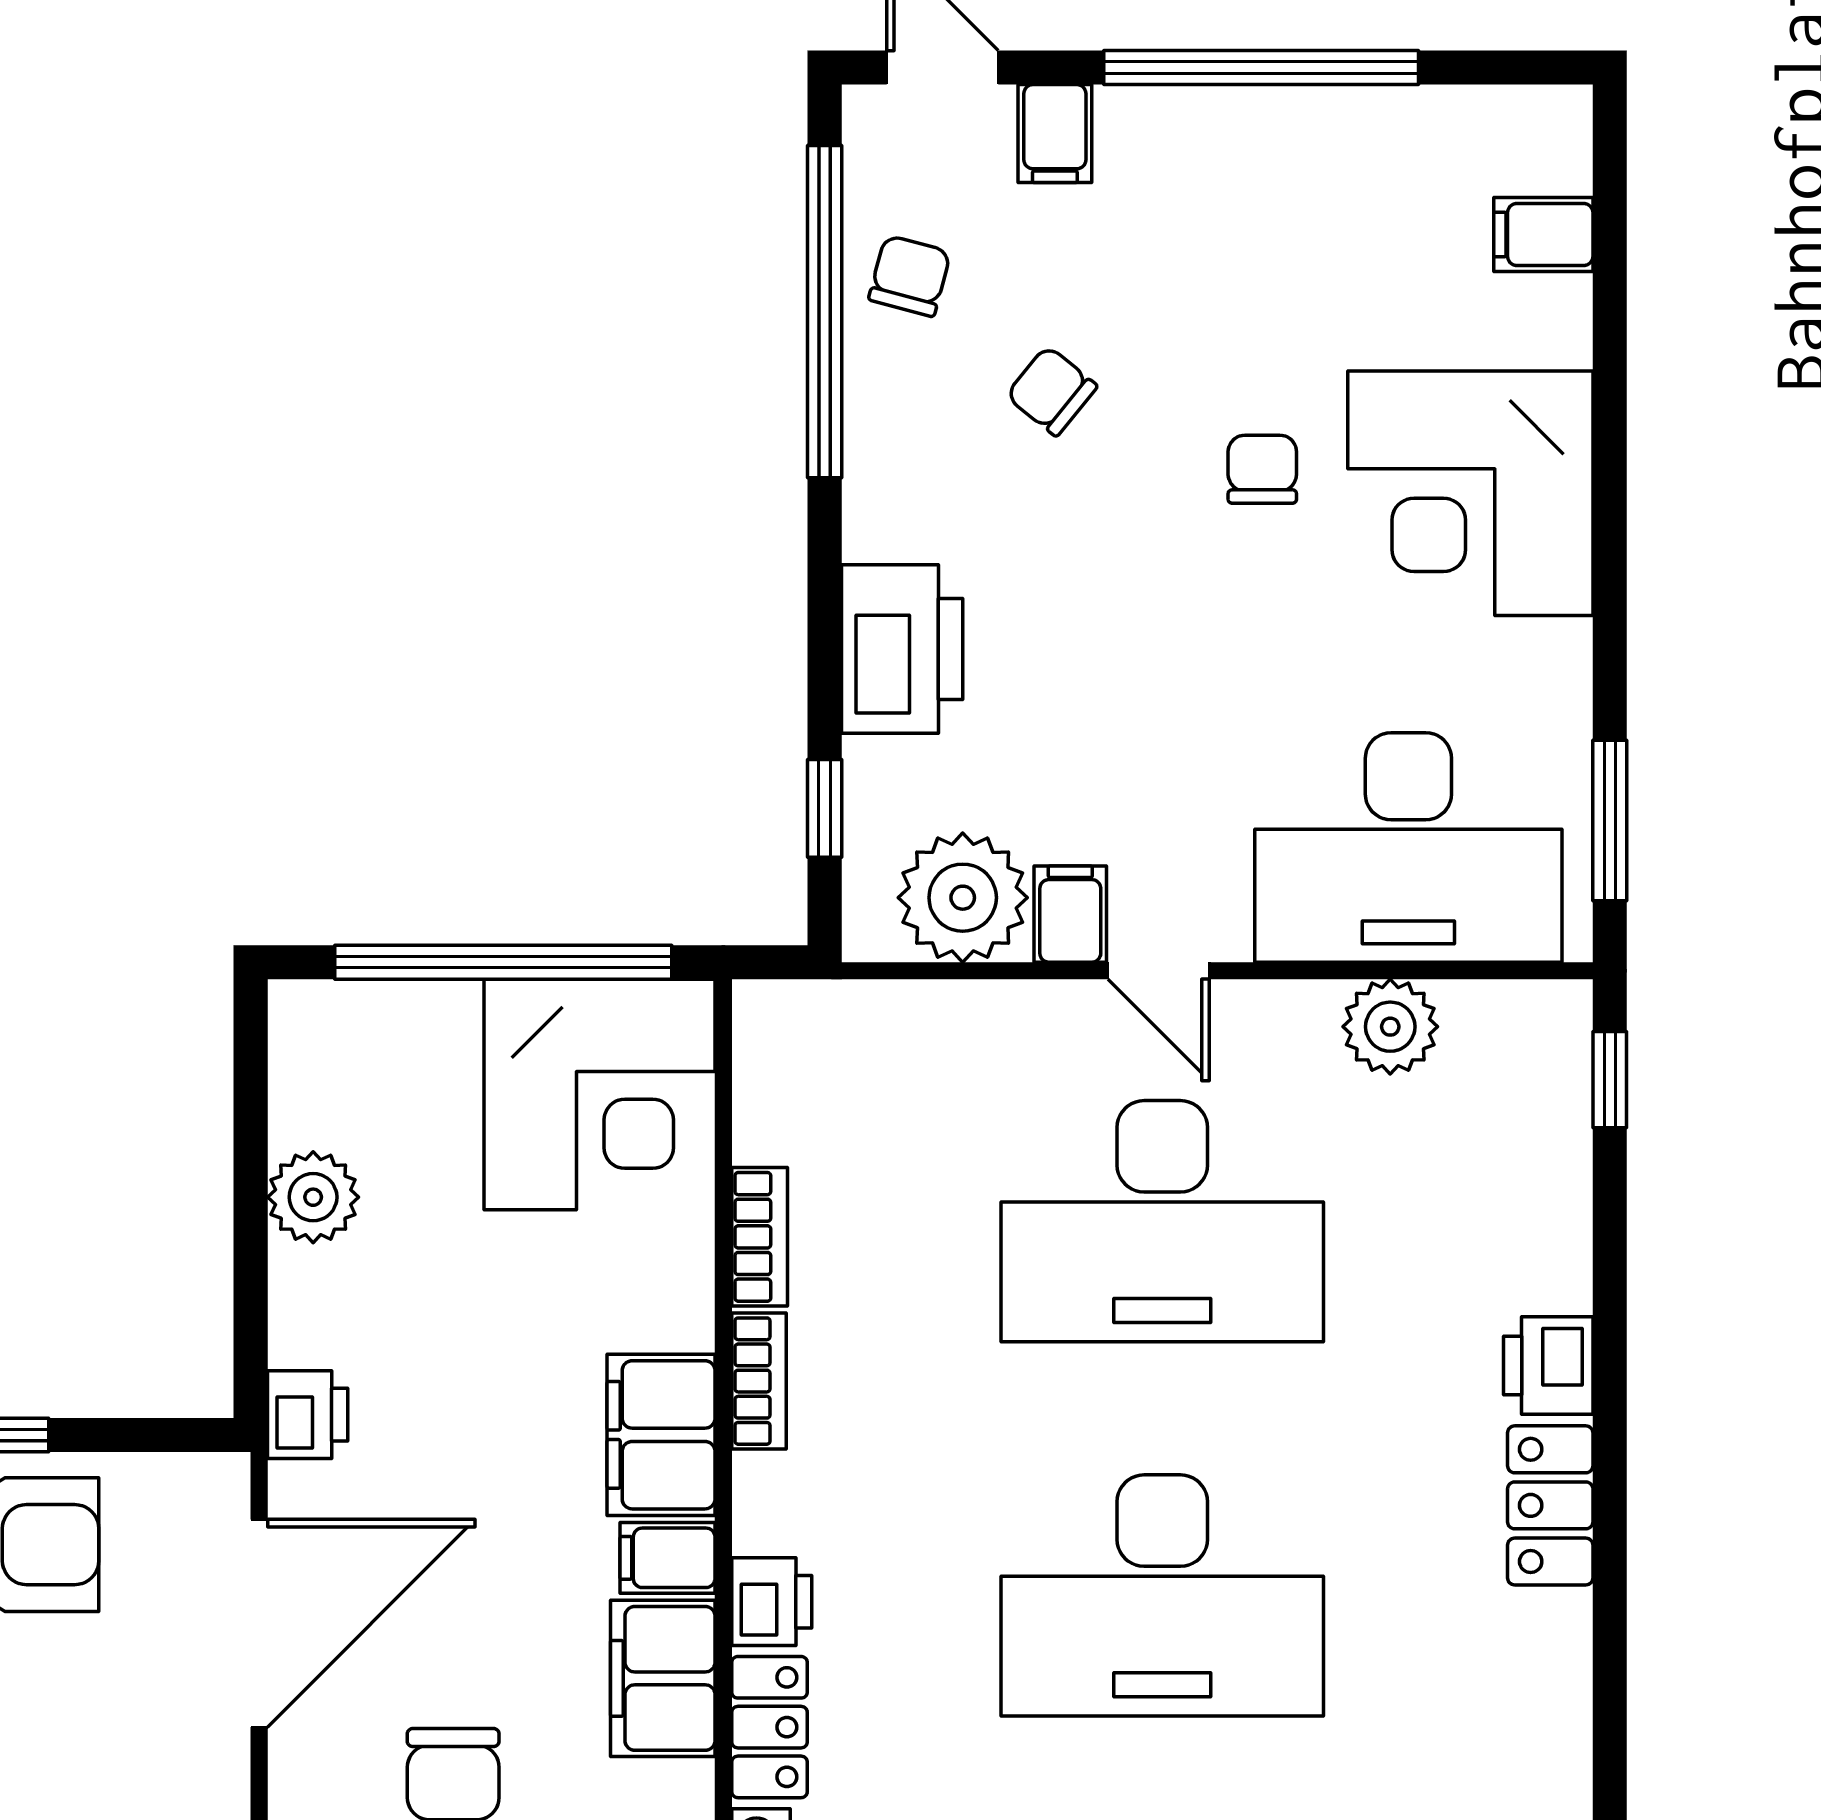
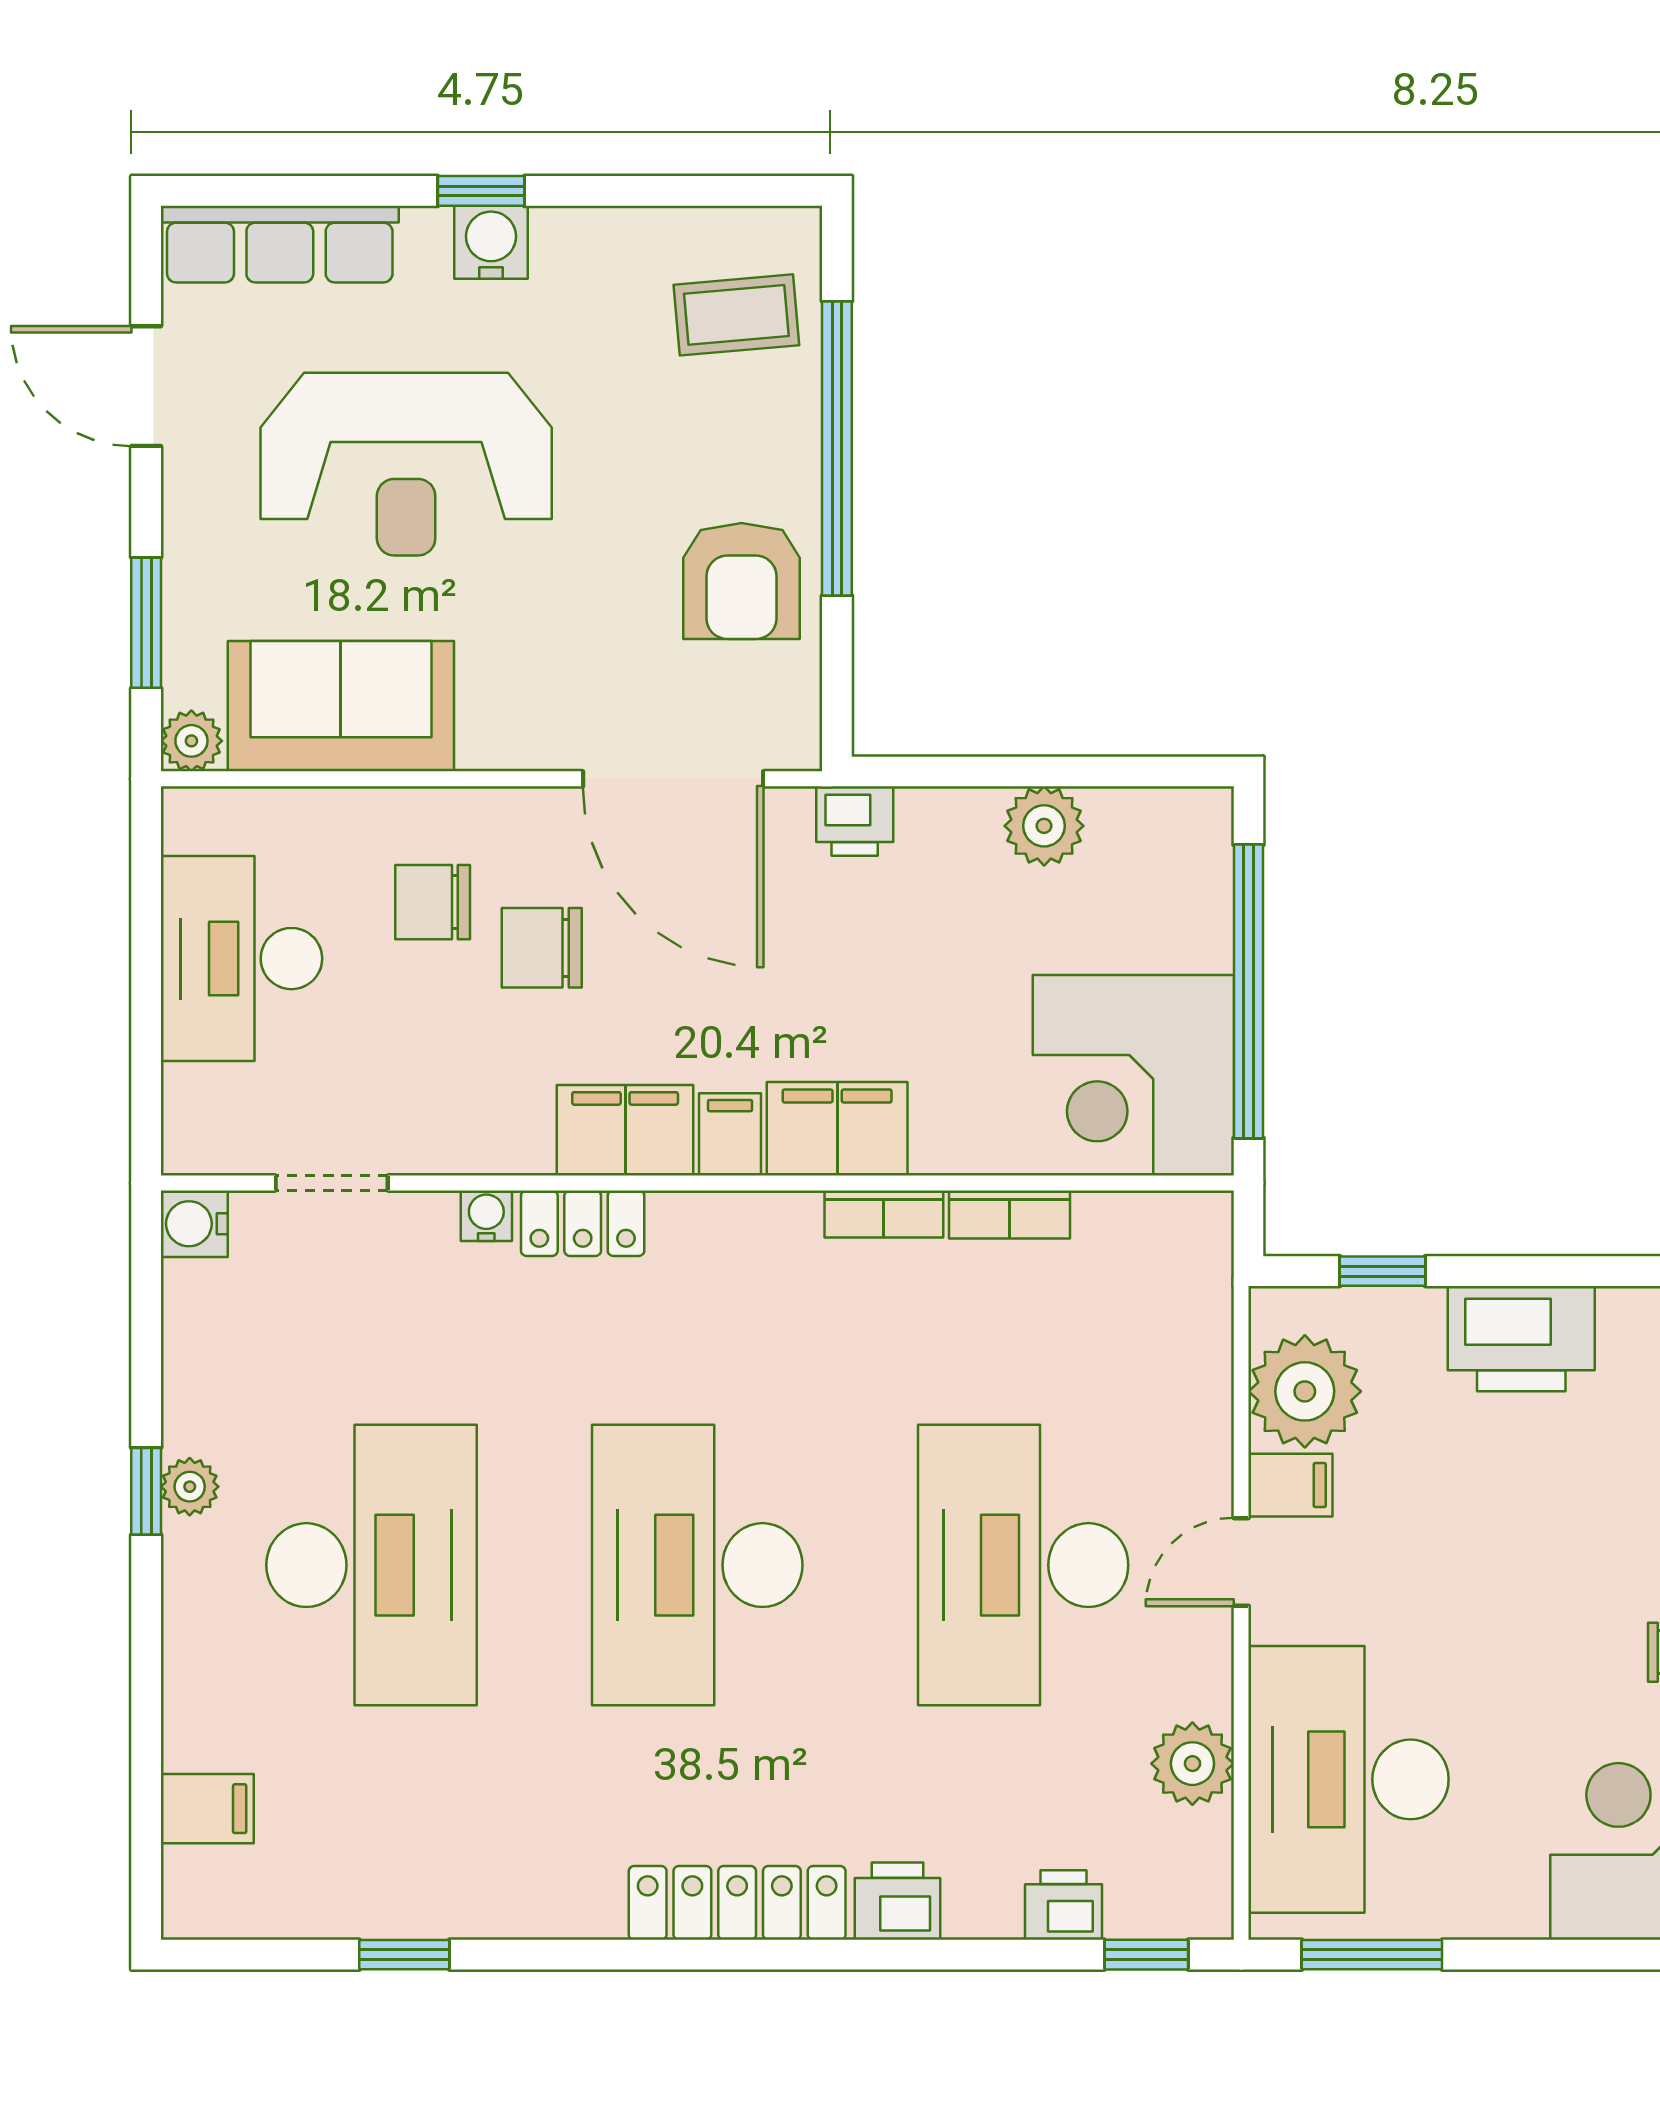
locker: (1550, 1505) -> (737, 1903), width x1.53
printer: (772, 1602) -> (1064, 1905), moved, turned 180

